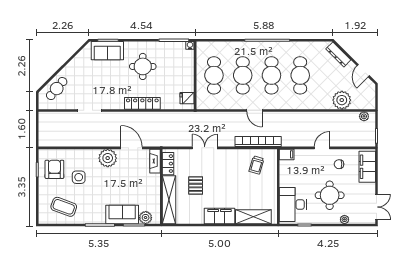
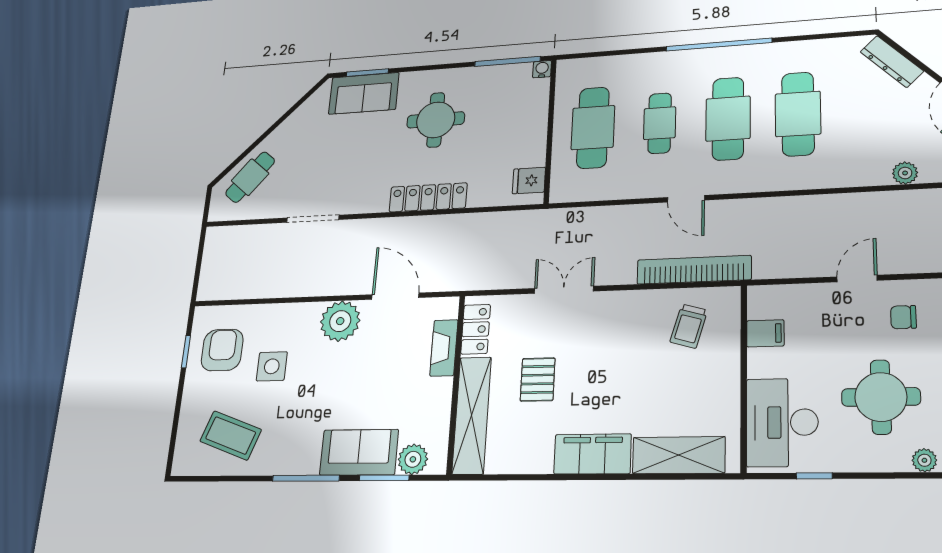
cafe table: (243, 75) -> (660, 123), width x0.73, depth x0.74
plant: (342, 100) -> (905, 173), width x0.53, depth x0.53
filing cabinet: (287, 154) -> (765, 333), moved
fireplace: (155, 161) -> (444, 348), moved

